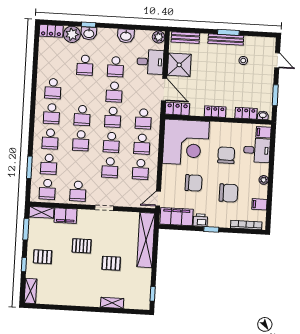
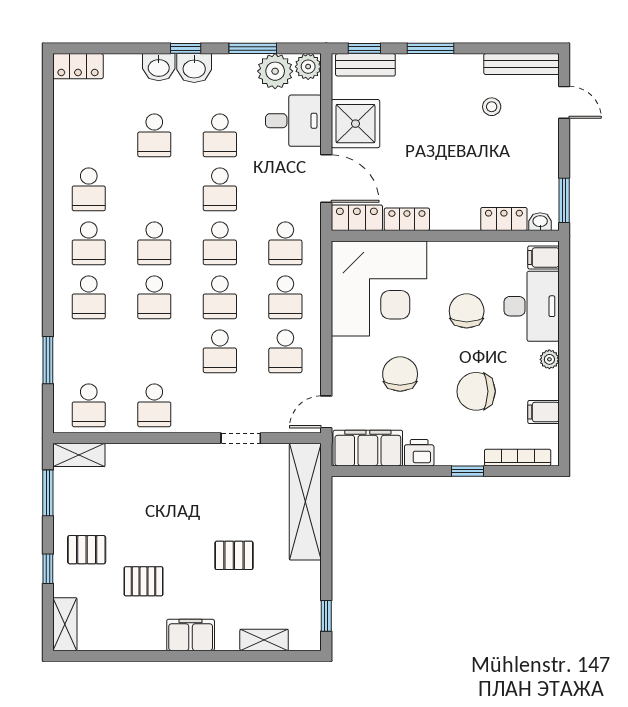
window: (89, 25) -> (186, 48), moved
window: (133, 27) -> (253, 48), added
window: (185, 30) -> (364, 48), added
window: (228, 32) -> (431, 48), moved
plant: (72, 34) -> (275, 71), moved
washbasin: (126, 36) -> (194, 68), moved
bench: (226, 40) -> (521, 64), moved
window: (275, 95) -> (564, 200), moved
locker: (215, 112) -> (407, 219), moved
desk: (257, 150) -> (532, 306), width x1.37
school desk: (49, 164) -> (89, 351), removed
chair: (194, 183) -> (400, 374), turned -90
chair: (229, 193) -> (476, 391), turned 180
doorway: (104, 208) -> (241, 438), moved
filing cabinet: (66, 216) -> (191, 635), moved, turned 180
window: (211, 229) -> (468, 471), moved
pallet: (82, 246) -> (144, 581), moved
shelving: (112, 303) -> (264, 640), moved

